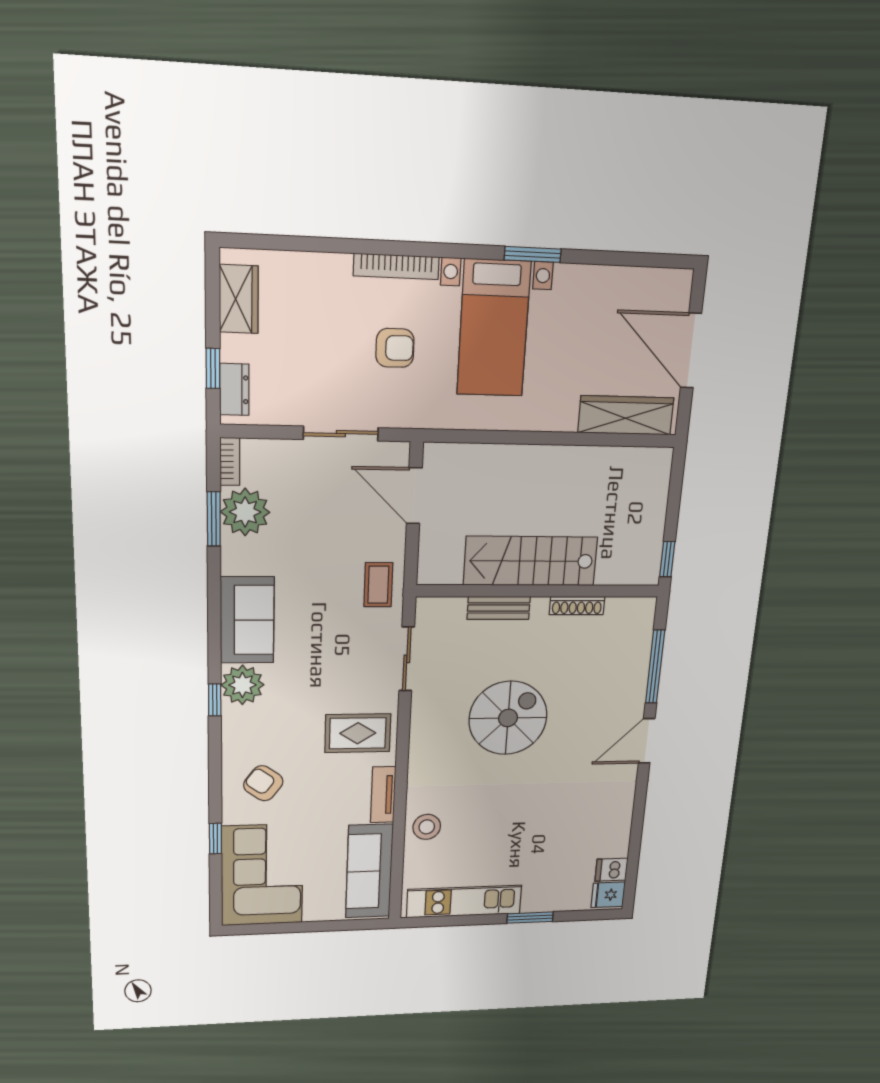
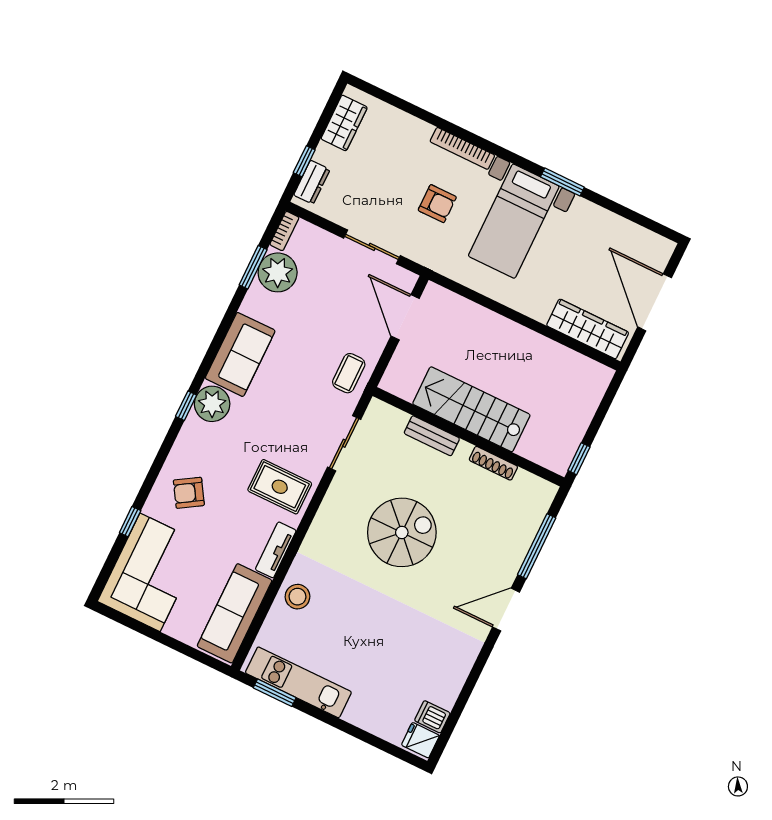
armchair: (263, 783) -> (189, 493), turned -68
window: (530, 918) -> (275, 693), moved

